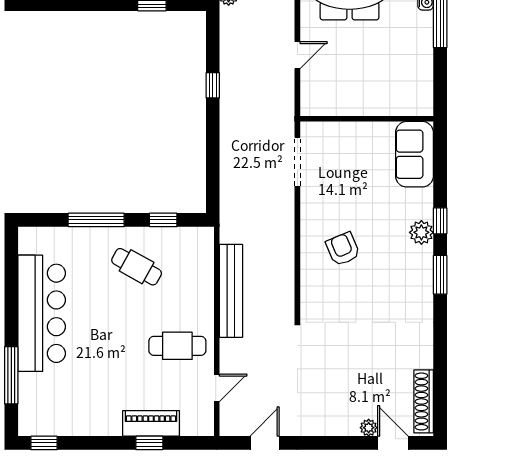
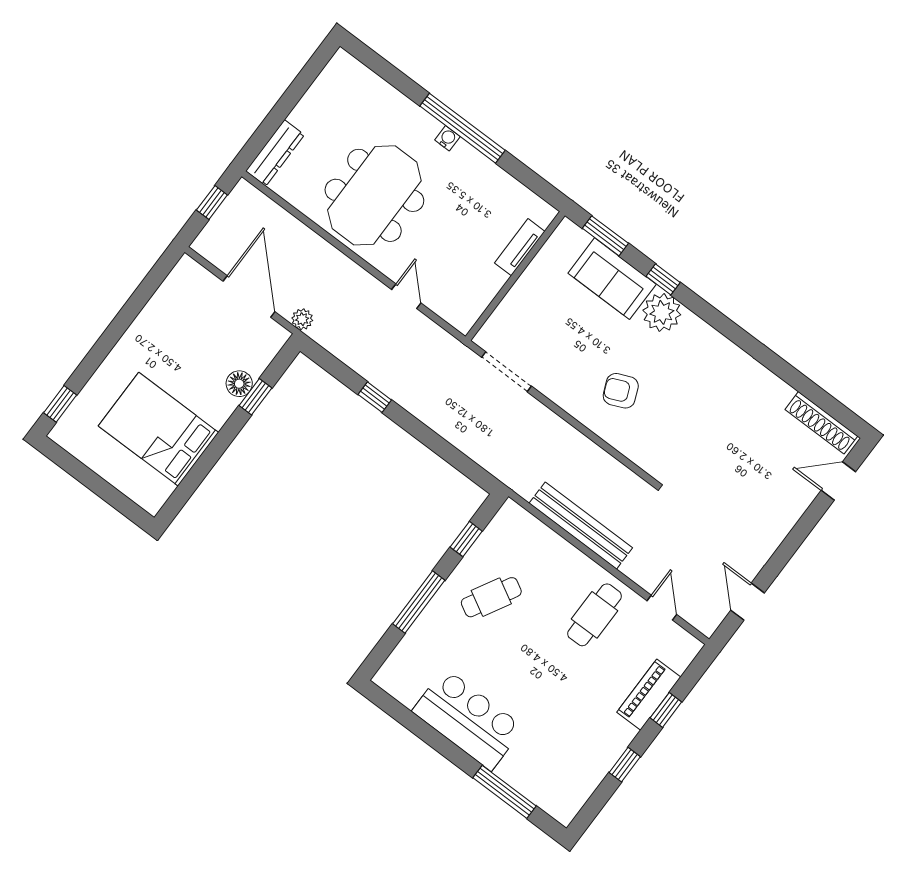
tv unit: (389, 107) -> (520, 247), added
sofa: (414, 154) -> (612, 279), moved
plant: (421, 232) -> (662, 312), width x1.36, depth x1.36
window: (440, 275) -> (605, 236), moved
bar counter: (42, 313) -> (468, 719), width x0.73
plant: (369, 428) -> (807, 493), removed
window: (44, 443) -> (625, 765), moved

